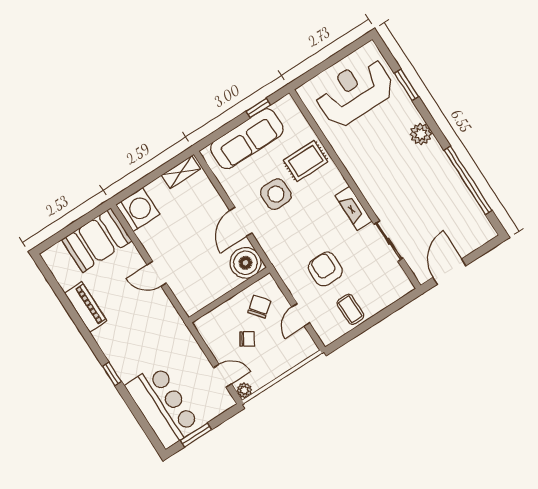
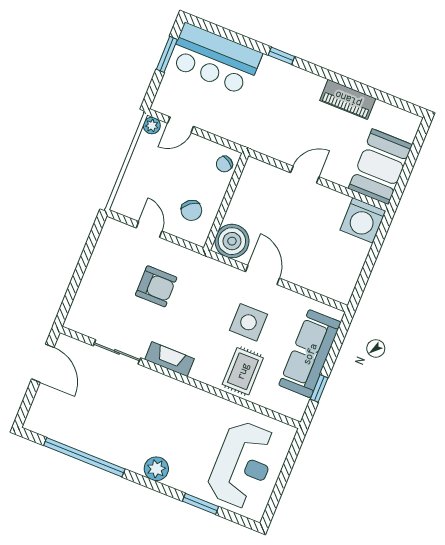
shelving: (181, 172) -> (348, 282), removed
coffee table: (350, 309) -> (108, 266), removed
chair: (247, 339) -> (224, 164), moved

